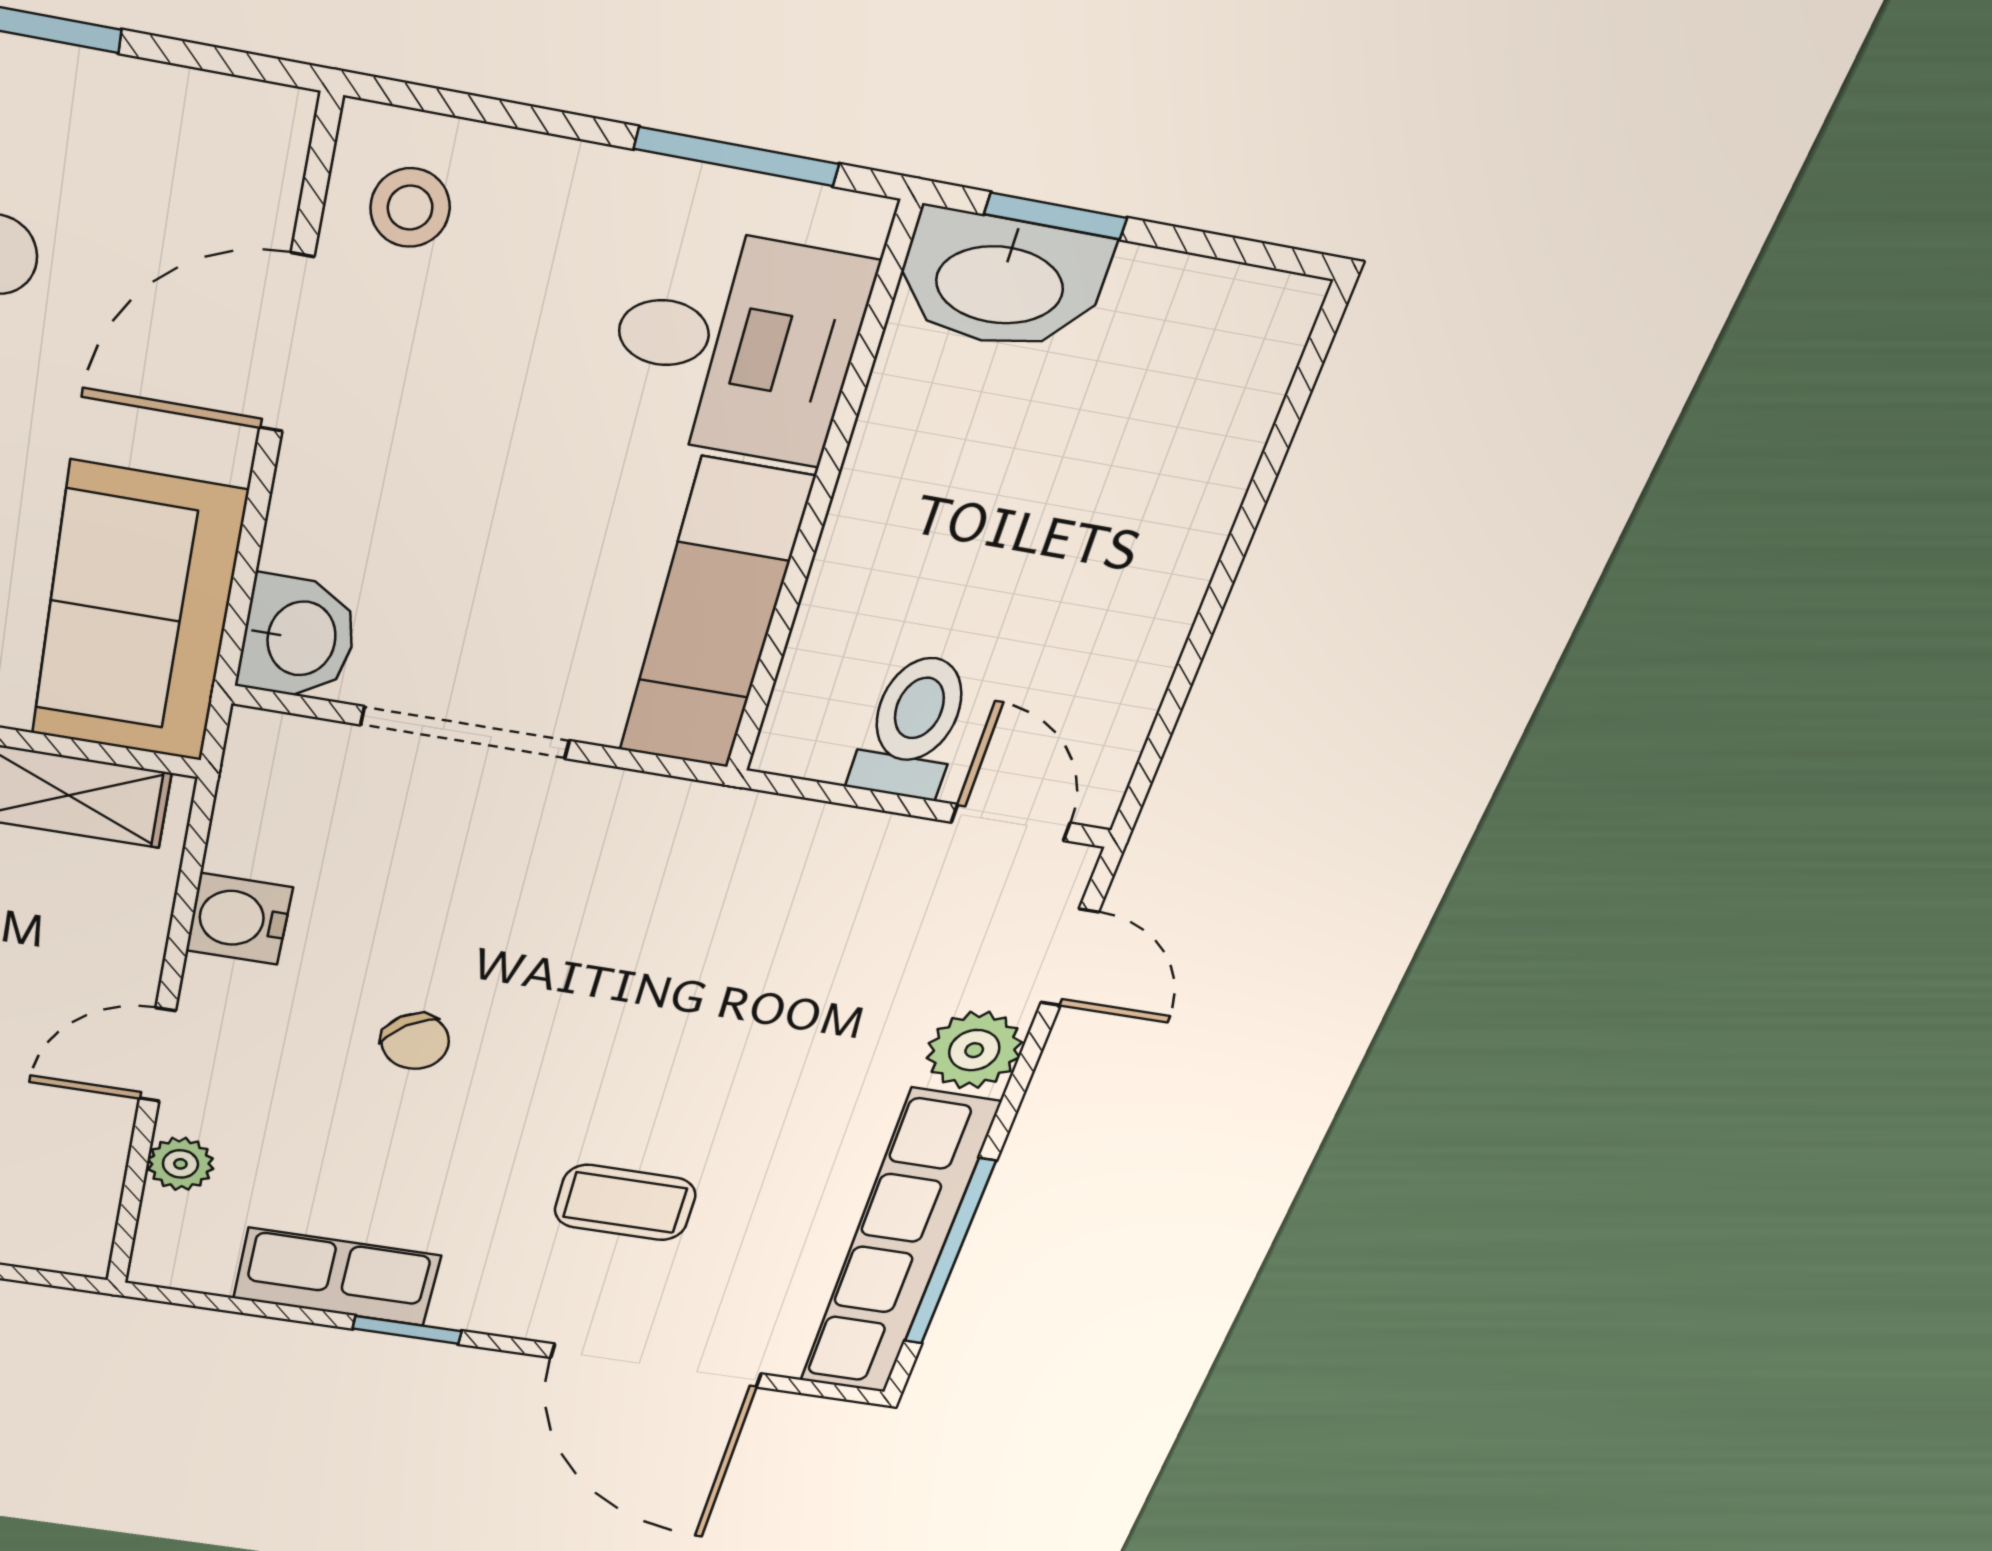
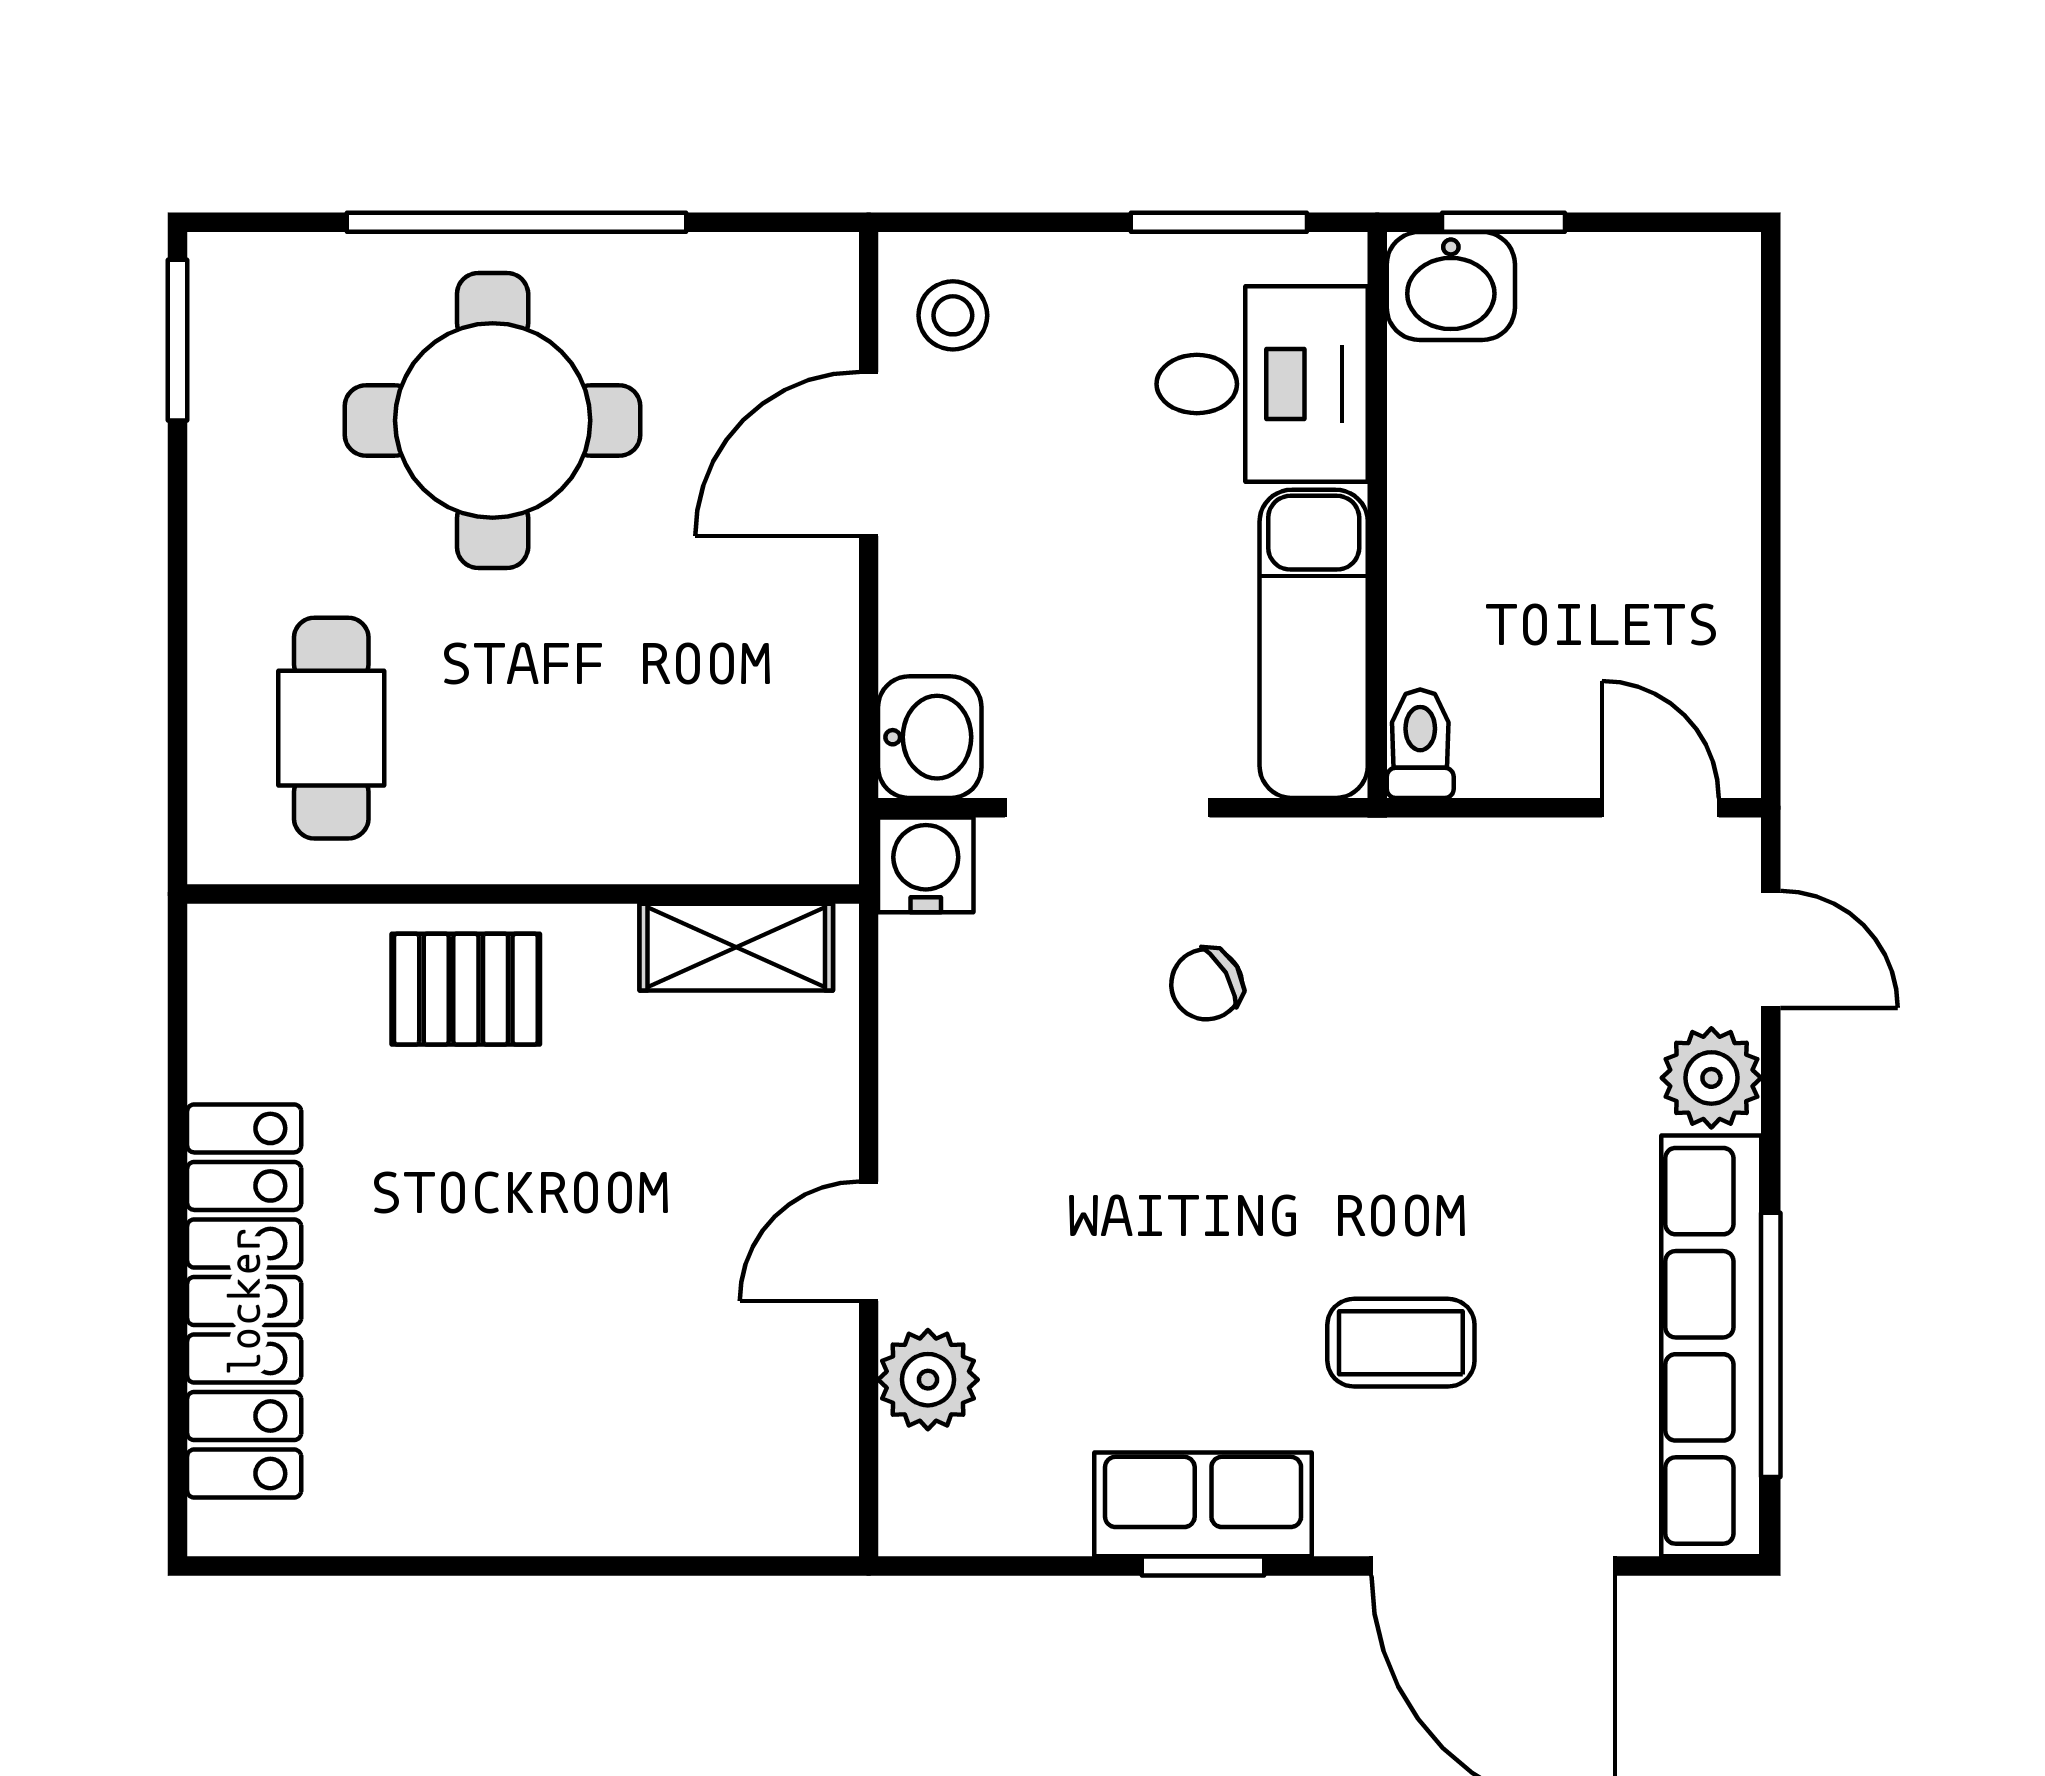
washbasin: (1001, 281) -> (1451, 286), width x0.72
sofa: (138, 615) -> (776, 741), removed
toilet: (913, 727) -> (1420, 744), moved, width x0.73, depth x0.72
water cooler: (239, 919) -> (926, 865), moved, turned 90
chair: (415, 1041) -> (1207, 984), moved, turned 97
plant: (180, 1164) -> (928, 1380), width x1.38, depth x1.38
row of seats: (337, 1277) -> (1203, 1504), moved

